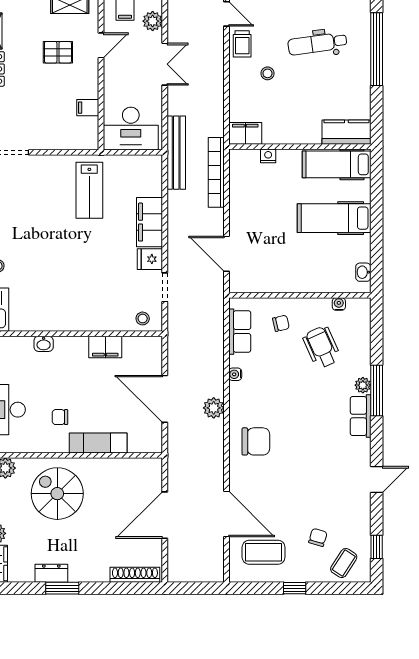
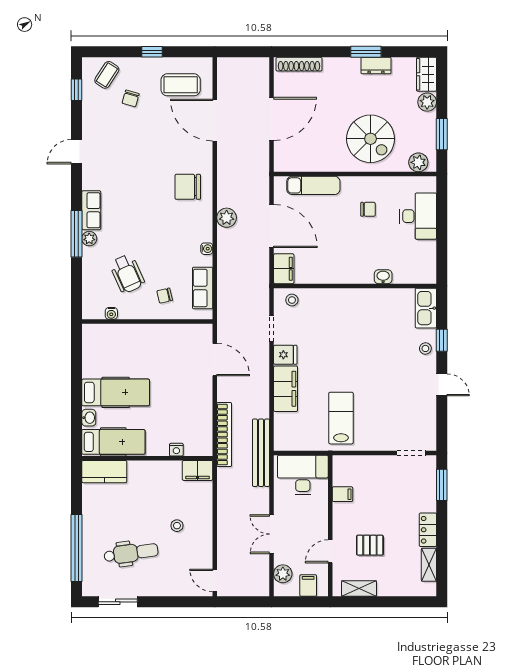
trolley: (242, 44) -> (200, 553), removed
washbasin: (363, 272) -> (89, 418), moved
filing cabinet: (105, 347) -> (284, 269), moved, turned 90
exam couch: (98, 443) -> (313, 185), moved

